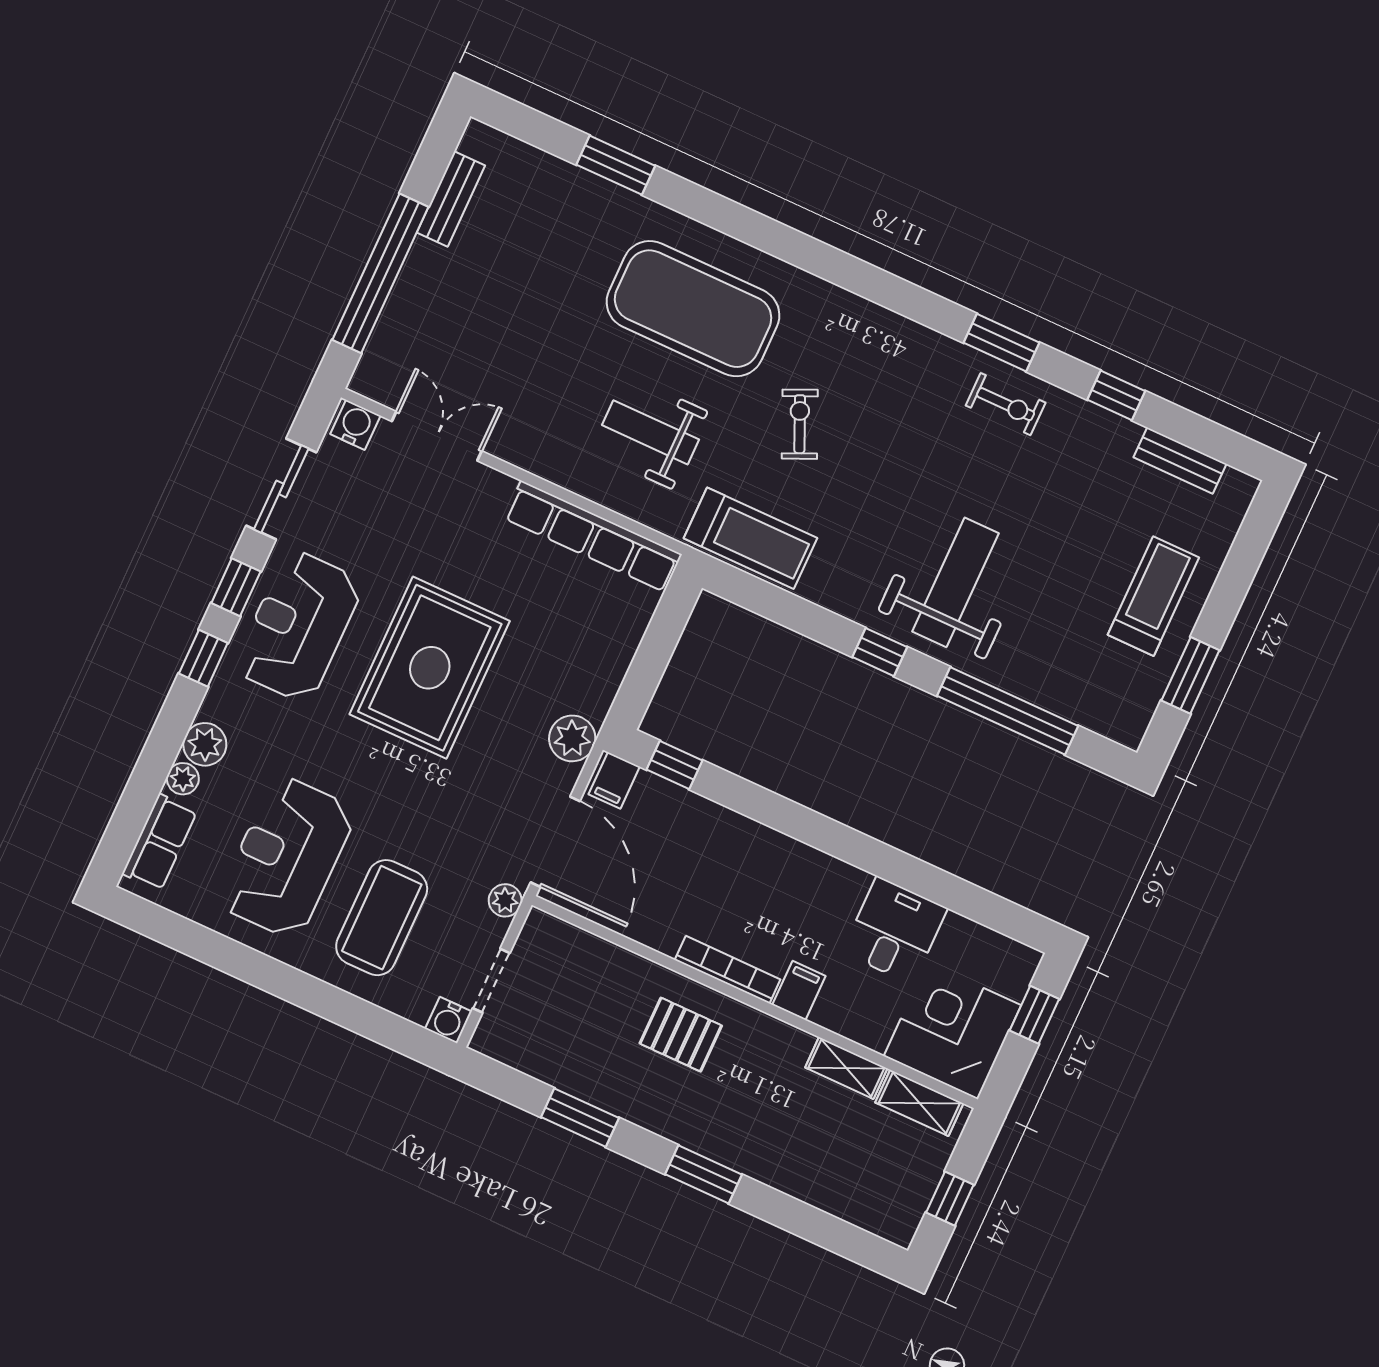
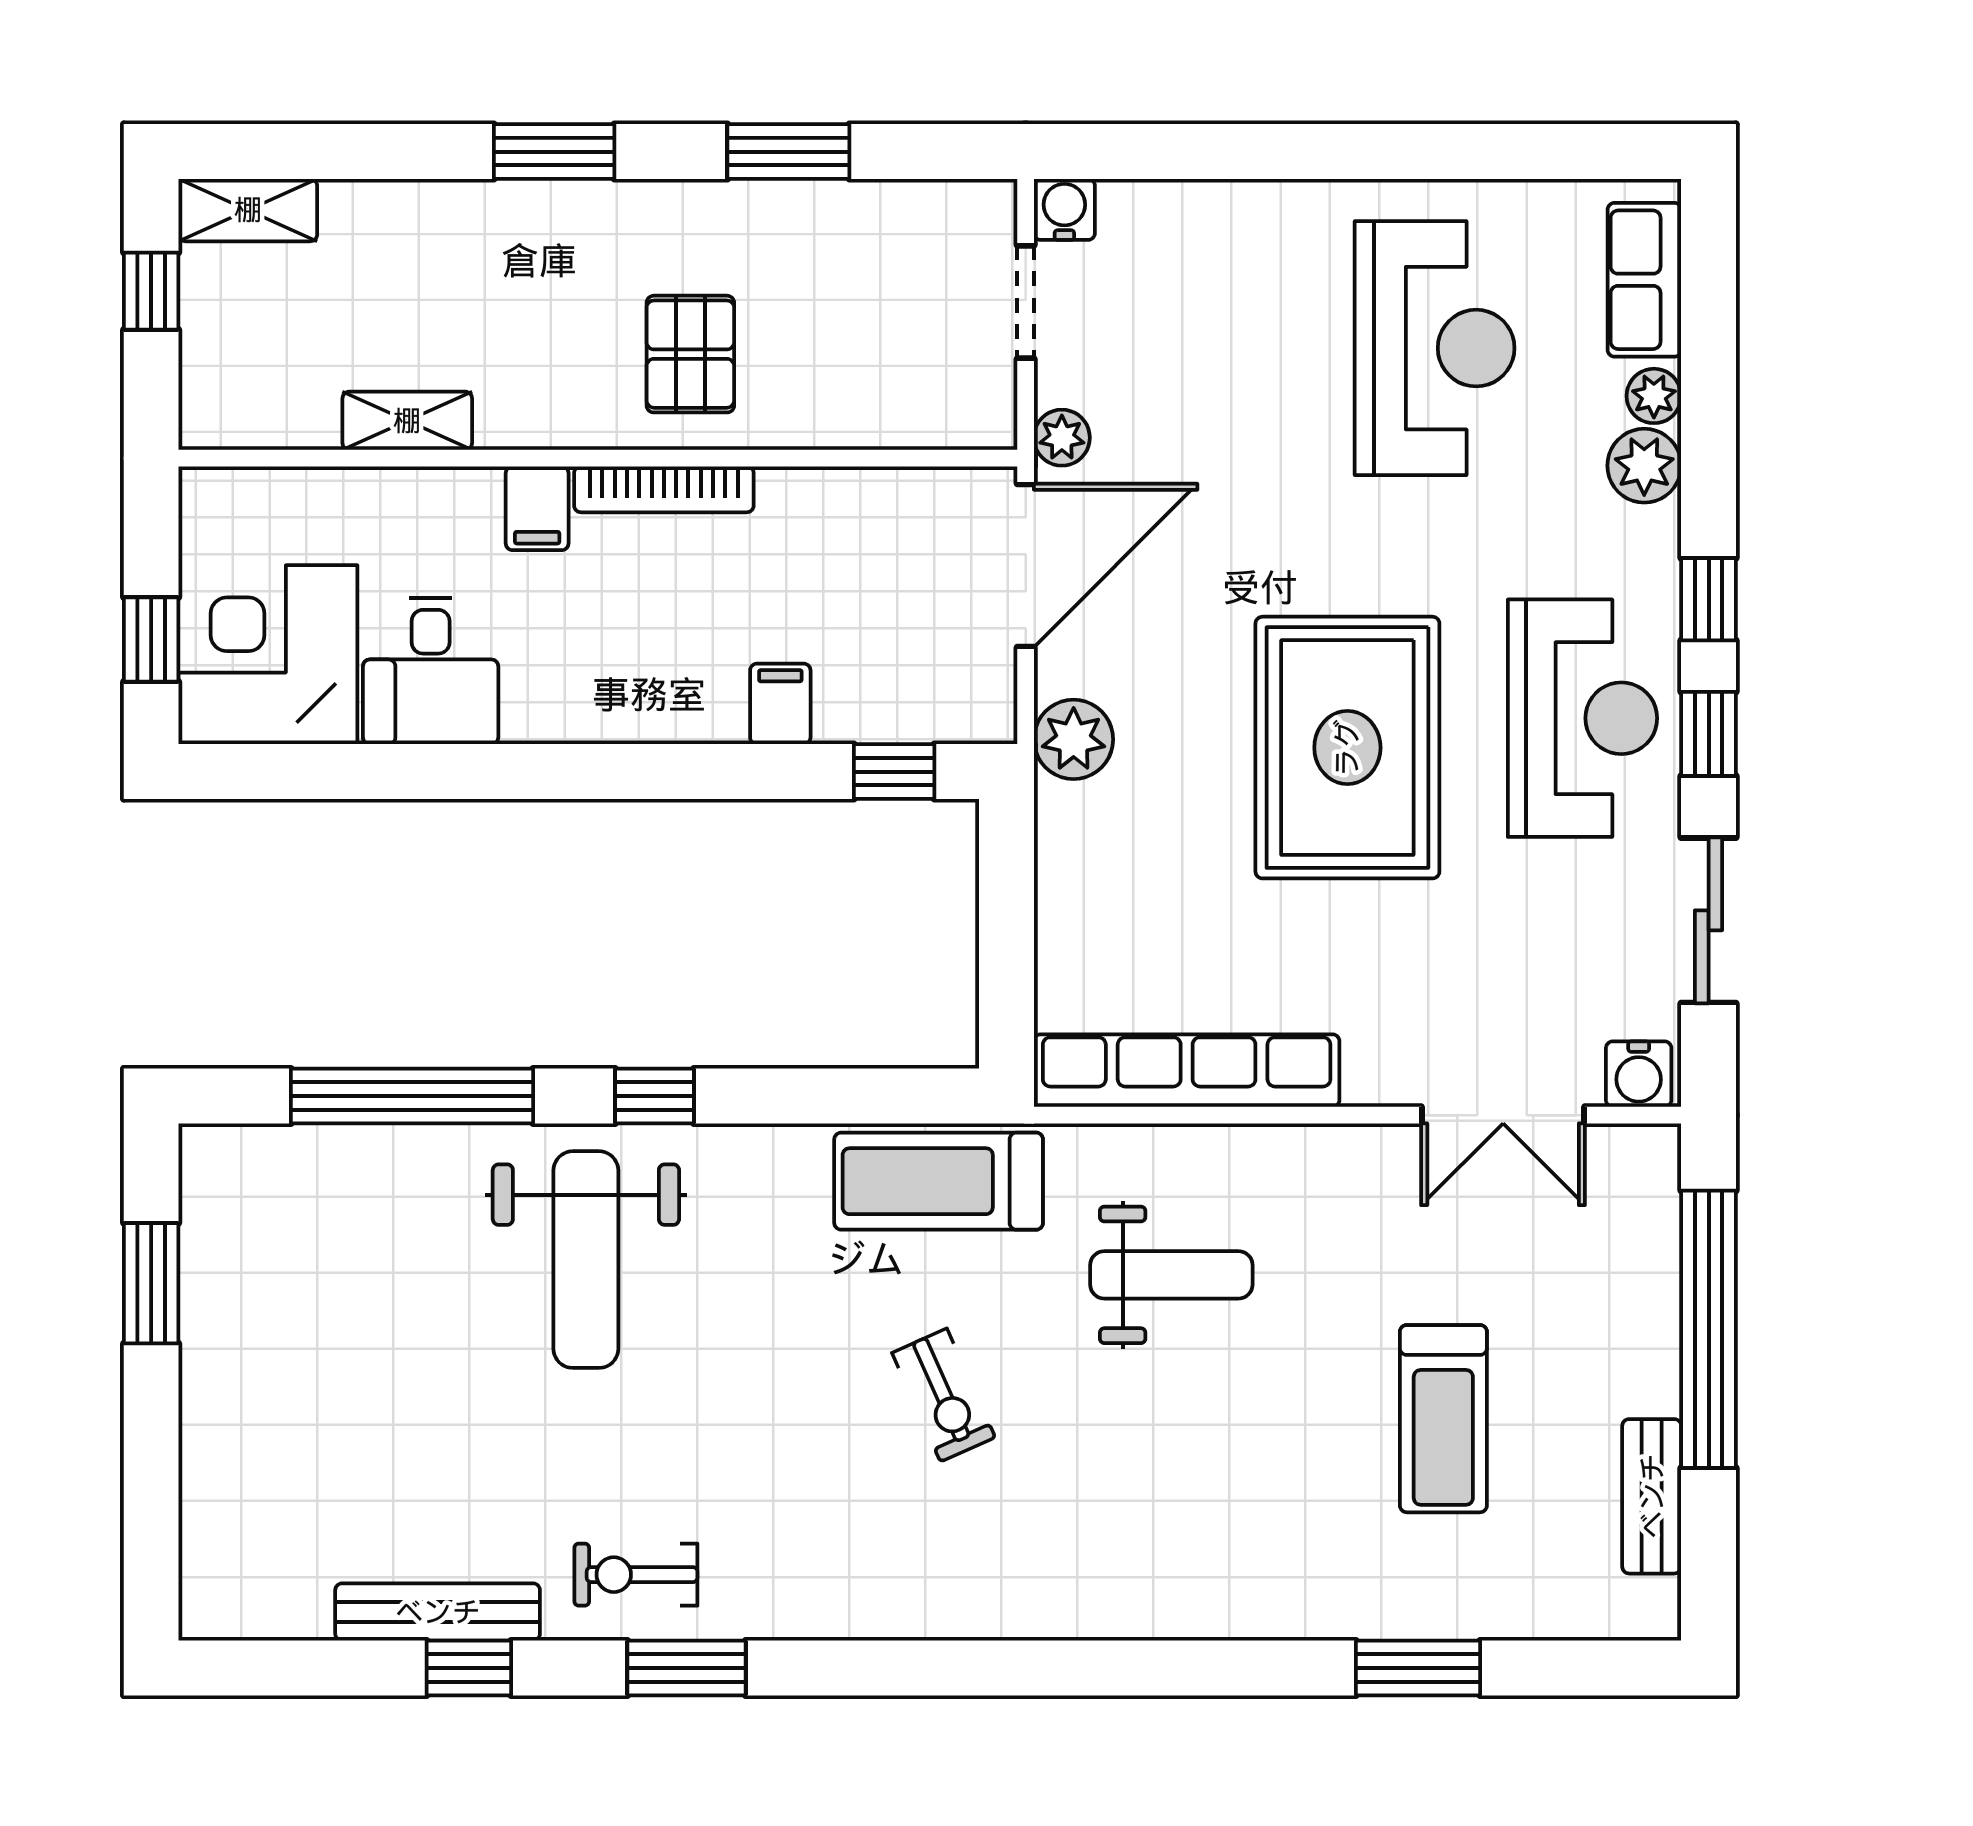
exercise mat: (693, 309) -> (1194, 1499), removed
bench: (1180, 461) -> (438, 1612), moved, width x1.36
treadmill: (1153, 596) -> (1443, 1419), moved
filing cabinet: (614, 780) -> (780, 704), moved
door: (555, 842) -> (1026, 565), swing flipped
coffee table: (382, 918) -> (1243, 322), removed
corner desk: (952, 1031) -> (268, 655), moved, turned 180
pallet: (681, 1035) -> (690, 354), turned 90
shelving: (919, 1103) -> (248, 210), moved

